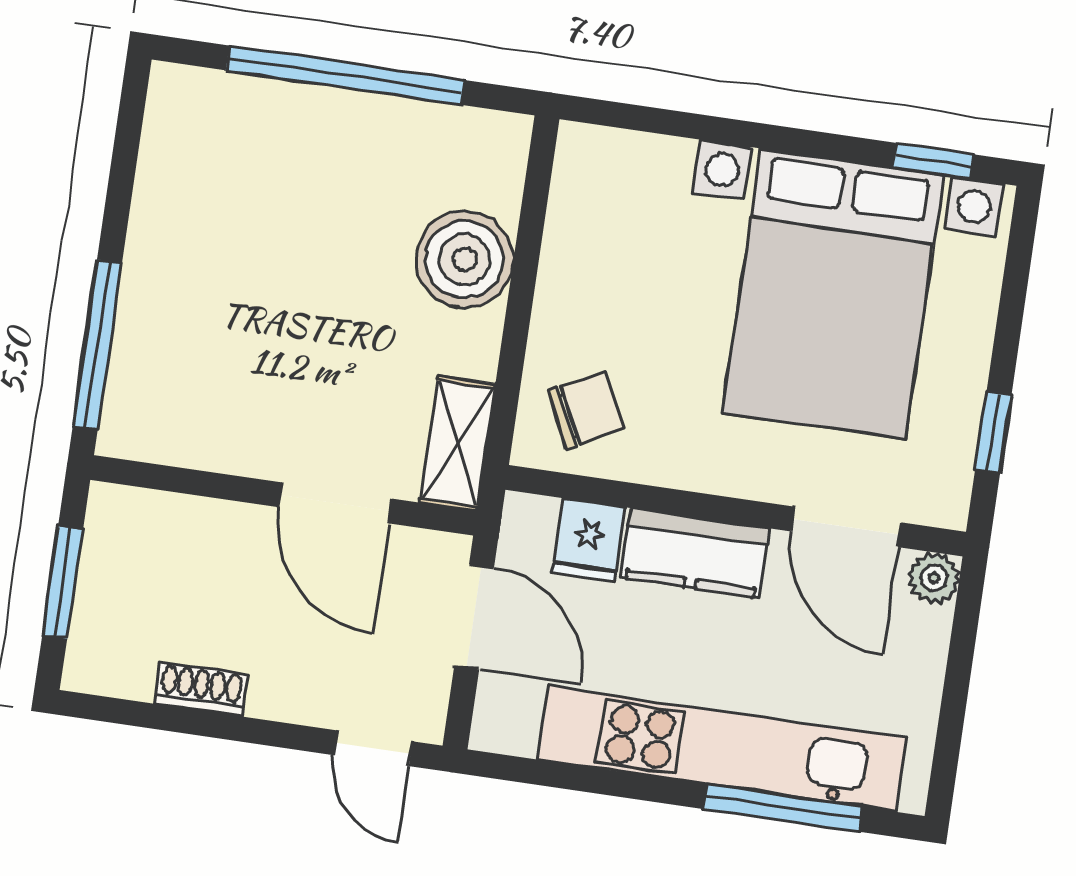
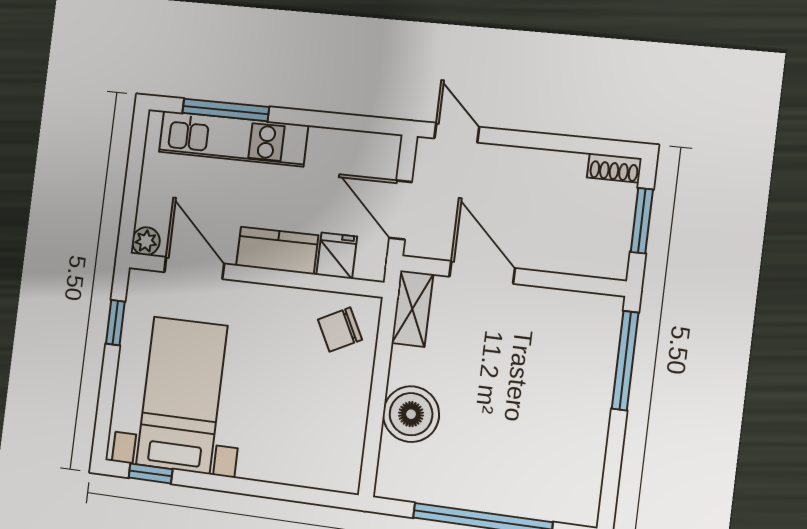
bed with nightstands: (833, 294) -> (182, 395), width x0.73
shoe rack: (201, 689) -> (614, 168), moved
kitchen unit: (723, 749) -> (233, 139), width x0.73

